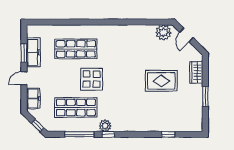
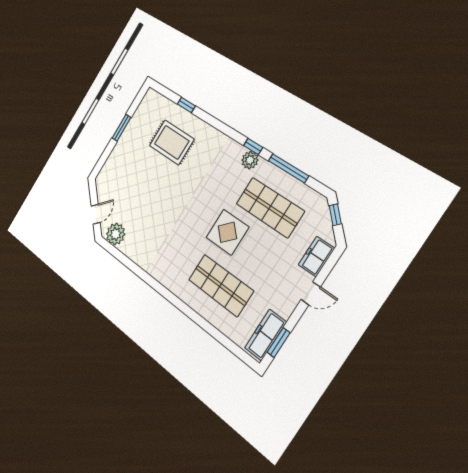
freezer: (33, 52) -> (266, 335), moved
window: (24, 53) -> (279, 343), moved
wardrobe: (196, 72) -> (113, 163), removed
rug: (161, 81) -> (172, 142), moved

